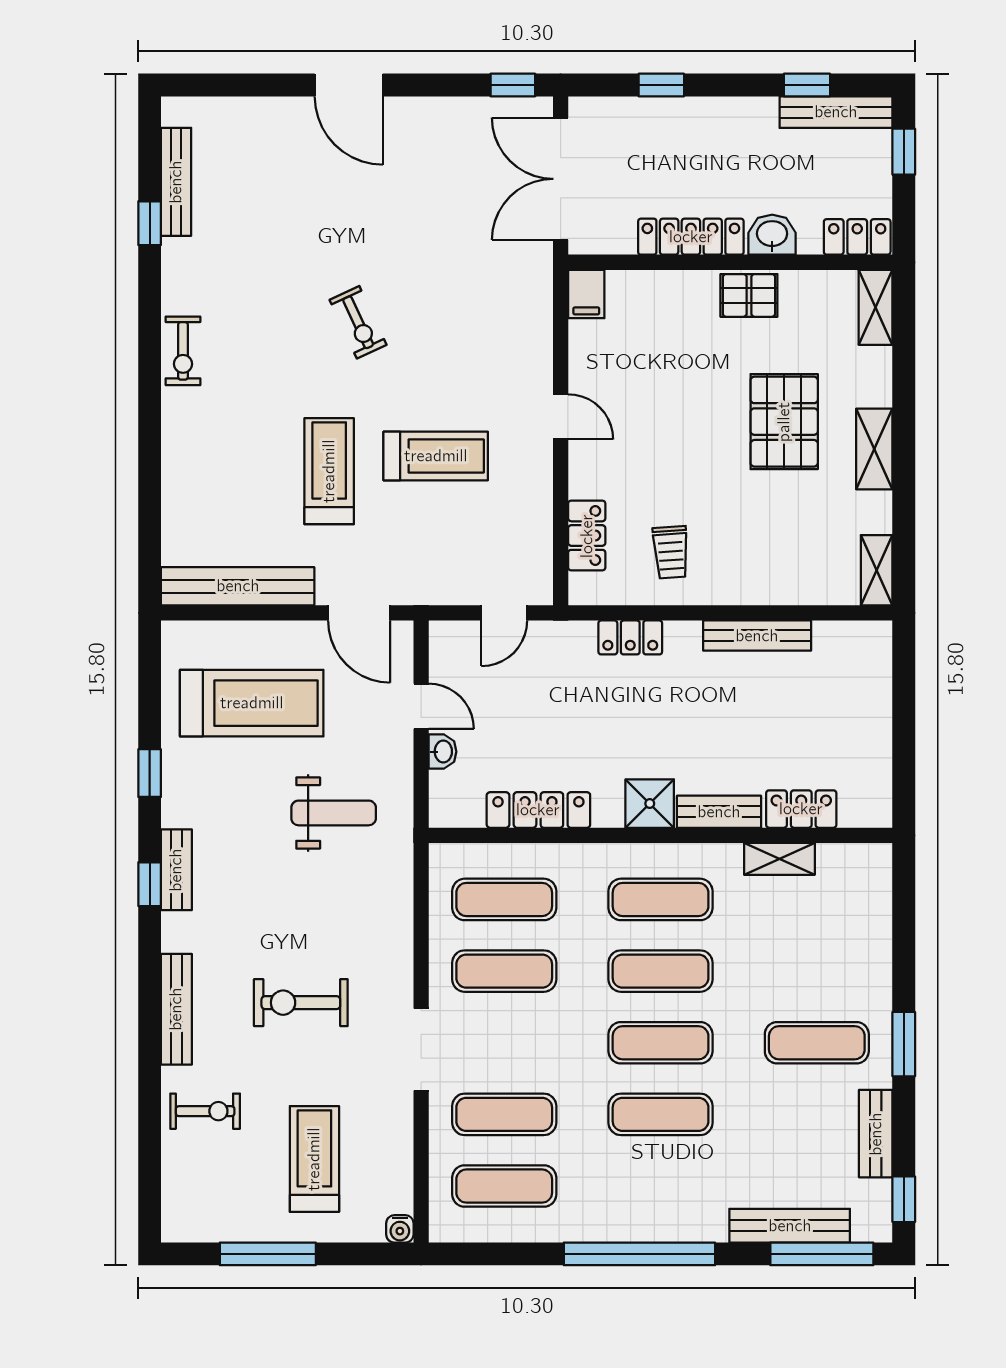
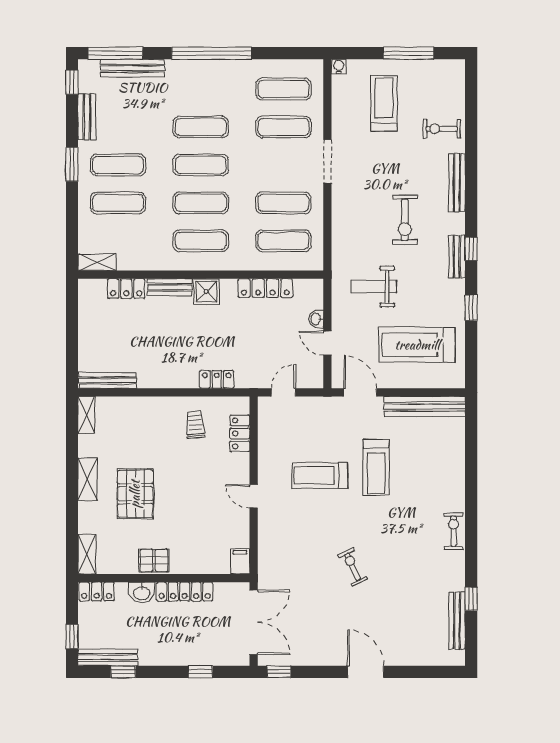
exercise bike: (358, 322) -> (353, 567), moved
bench: (757, 636) -> (107, 380), moved
shelving: (779, 859) -> (97, 262), moved
exercise mat: (817, 971) -> (118, 203), added
exercise bike: (301, 1003) -> (405, 220), moved, turned 90
treadmill: (314, 1159) -> (384, 103), turned 180

